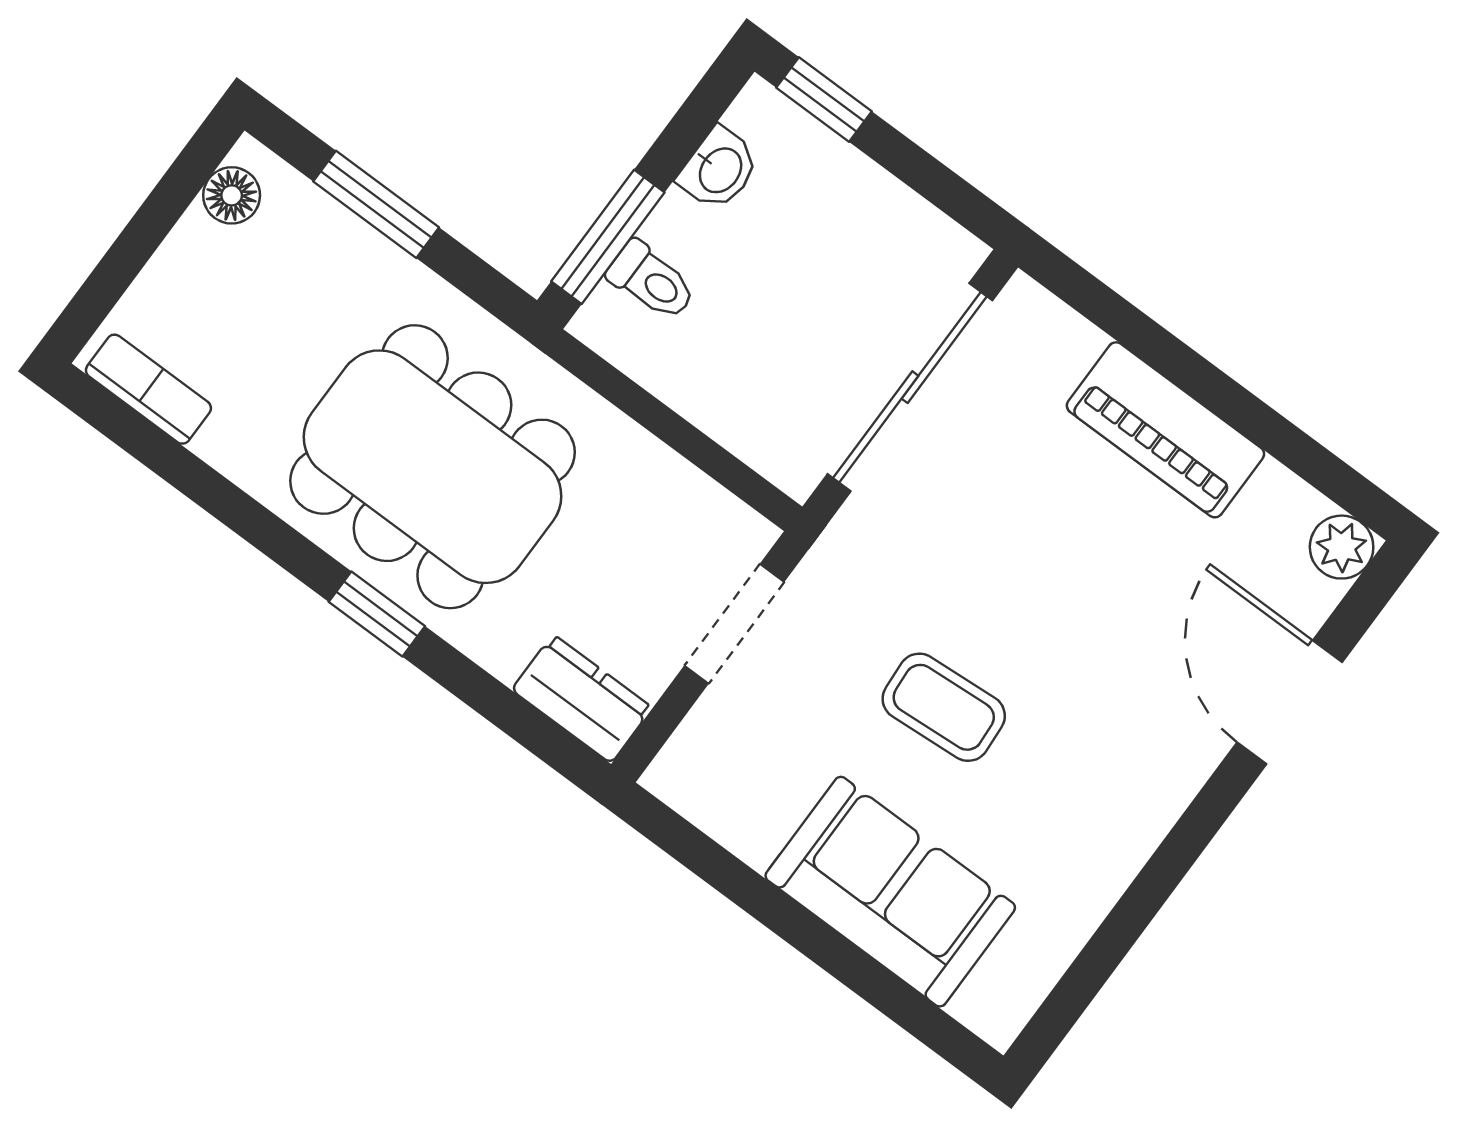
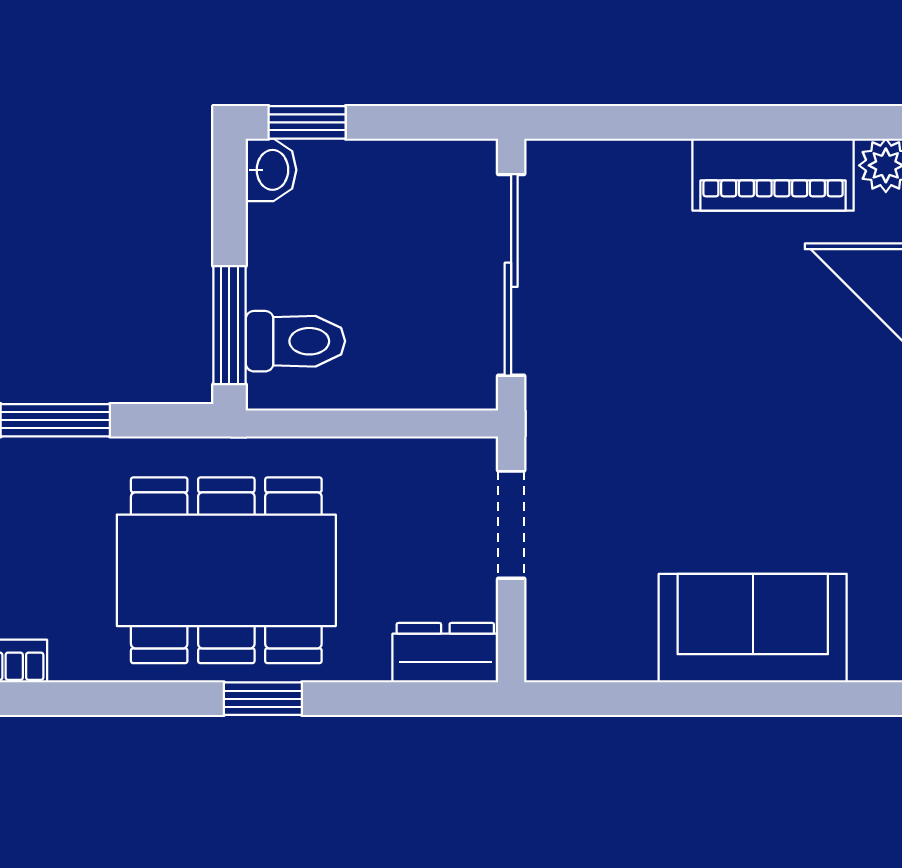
washbasin: (719, 169) -> (271, 170), moved
toilet: (652, 281) -> (295, 341), width x1.37, depth x1.39
piano: (1165, 430) -> (773, 175), moved
coffee table: (944, 707) -> (696, 476), removed

